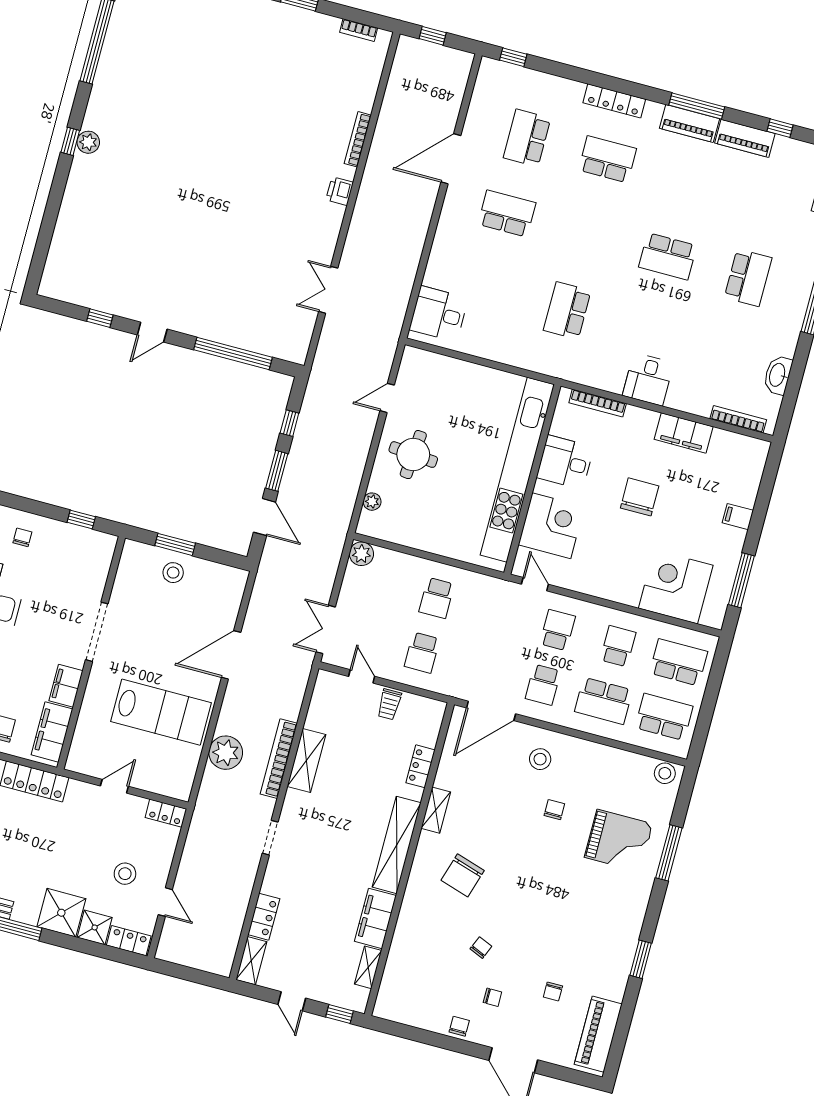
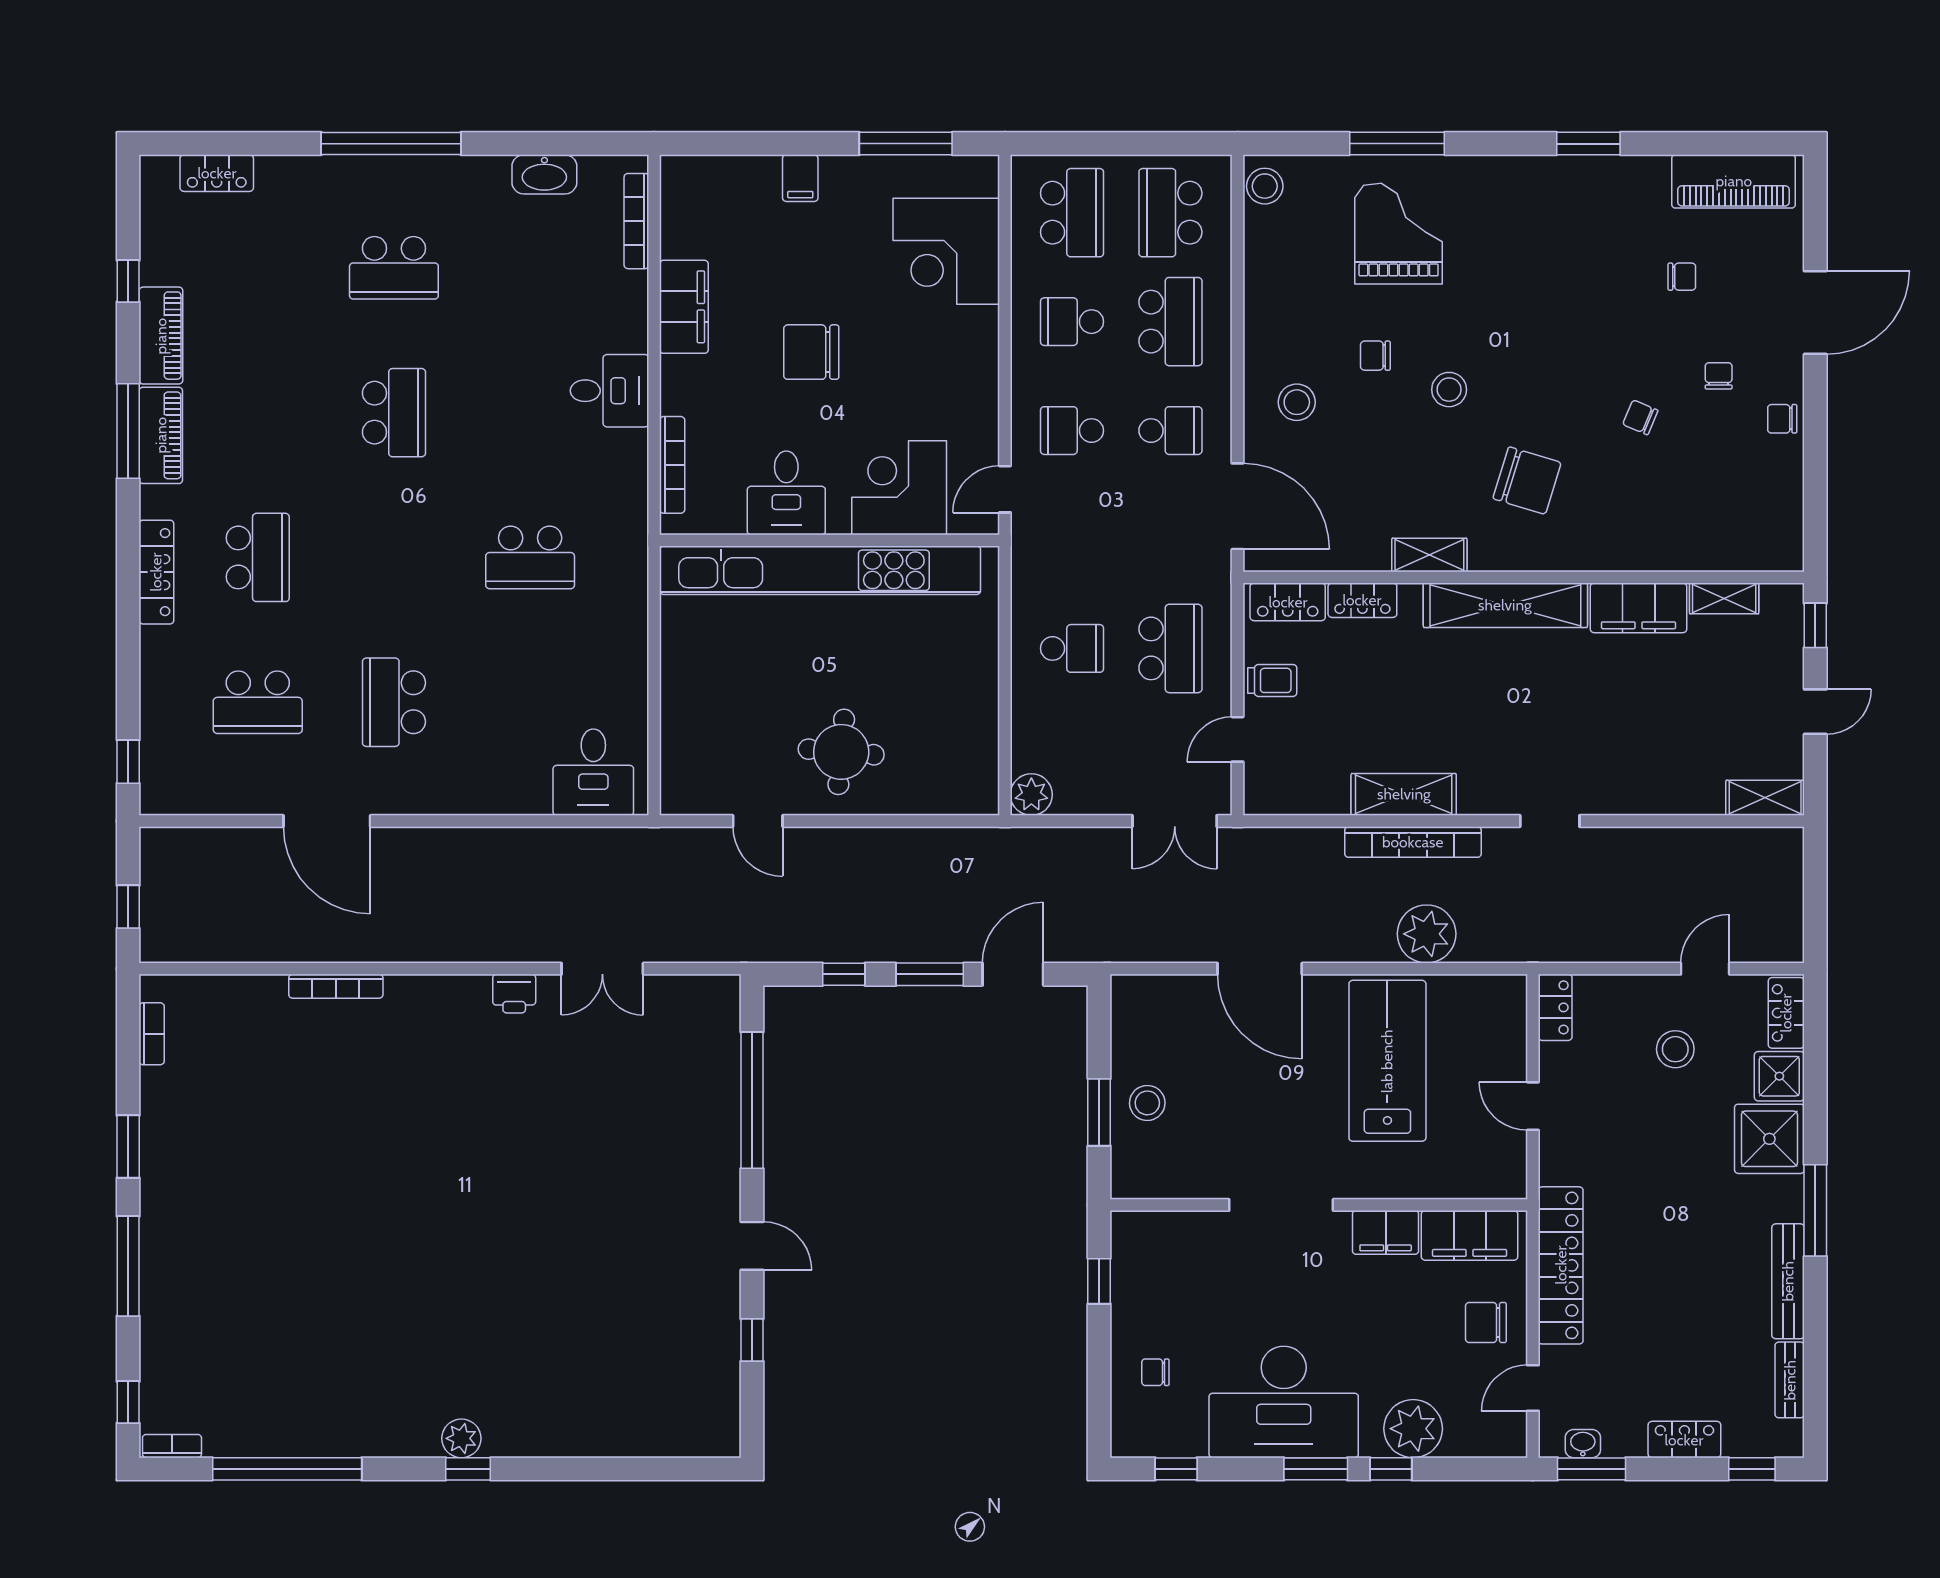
school desk: (607, 159) -> (258, 557), turned 180
printer: (340, 191) -> (514, 994), moved
school desk: (748, 278) -> (394, 268), turned 180
plant: (372, 502) -> (939, 800), removed
school desk: (422, 653) -> (1170, 648), width x1.85
school desk: (679, 662) -> (1072, 213), turned 180
stool: (525, 846) -> (1449, 390), added
locker: (264, 917) -> (1288, 602), moved, turned 180

